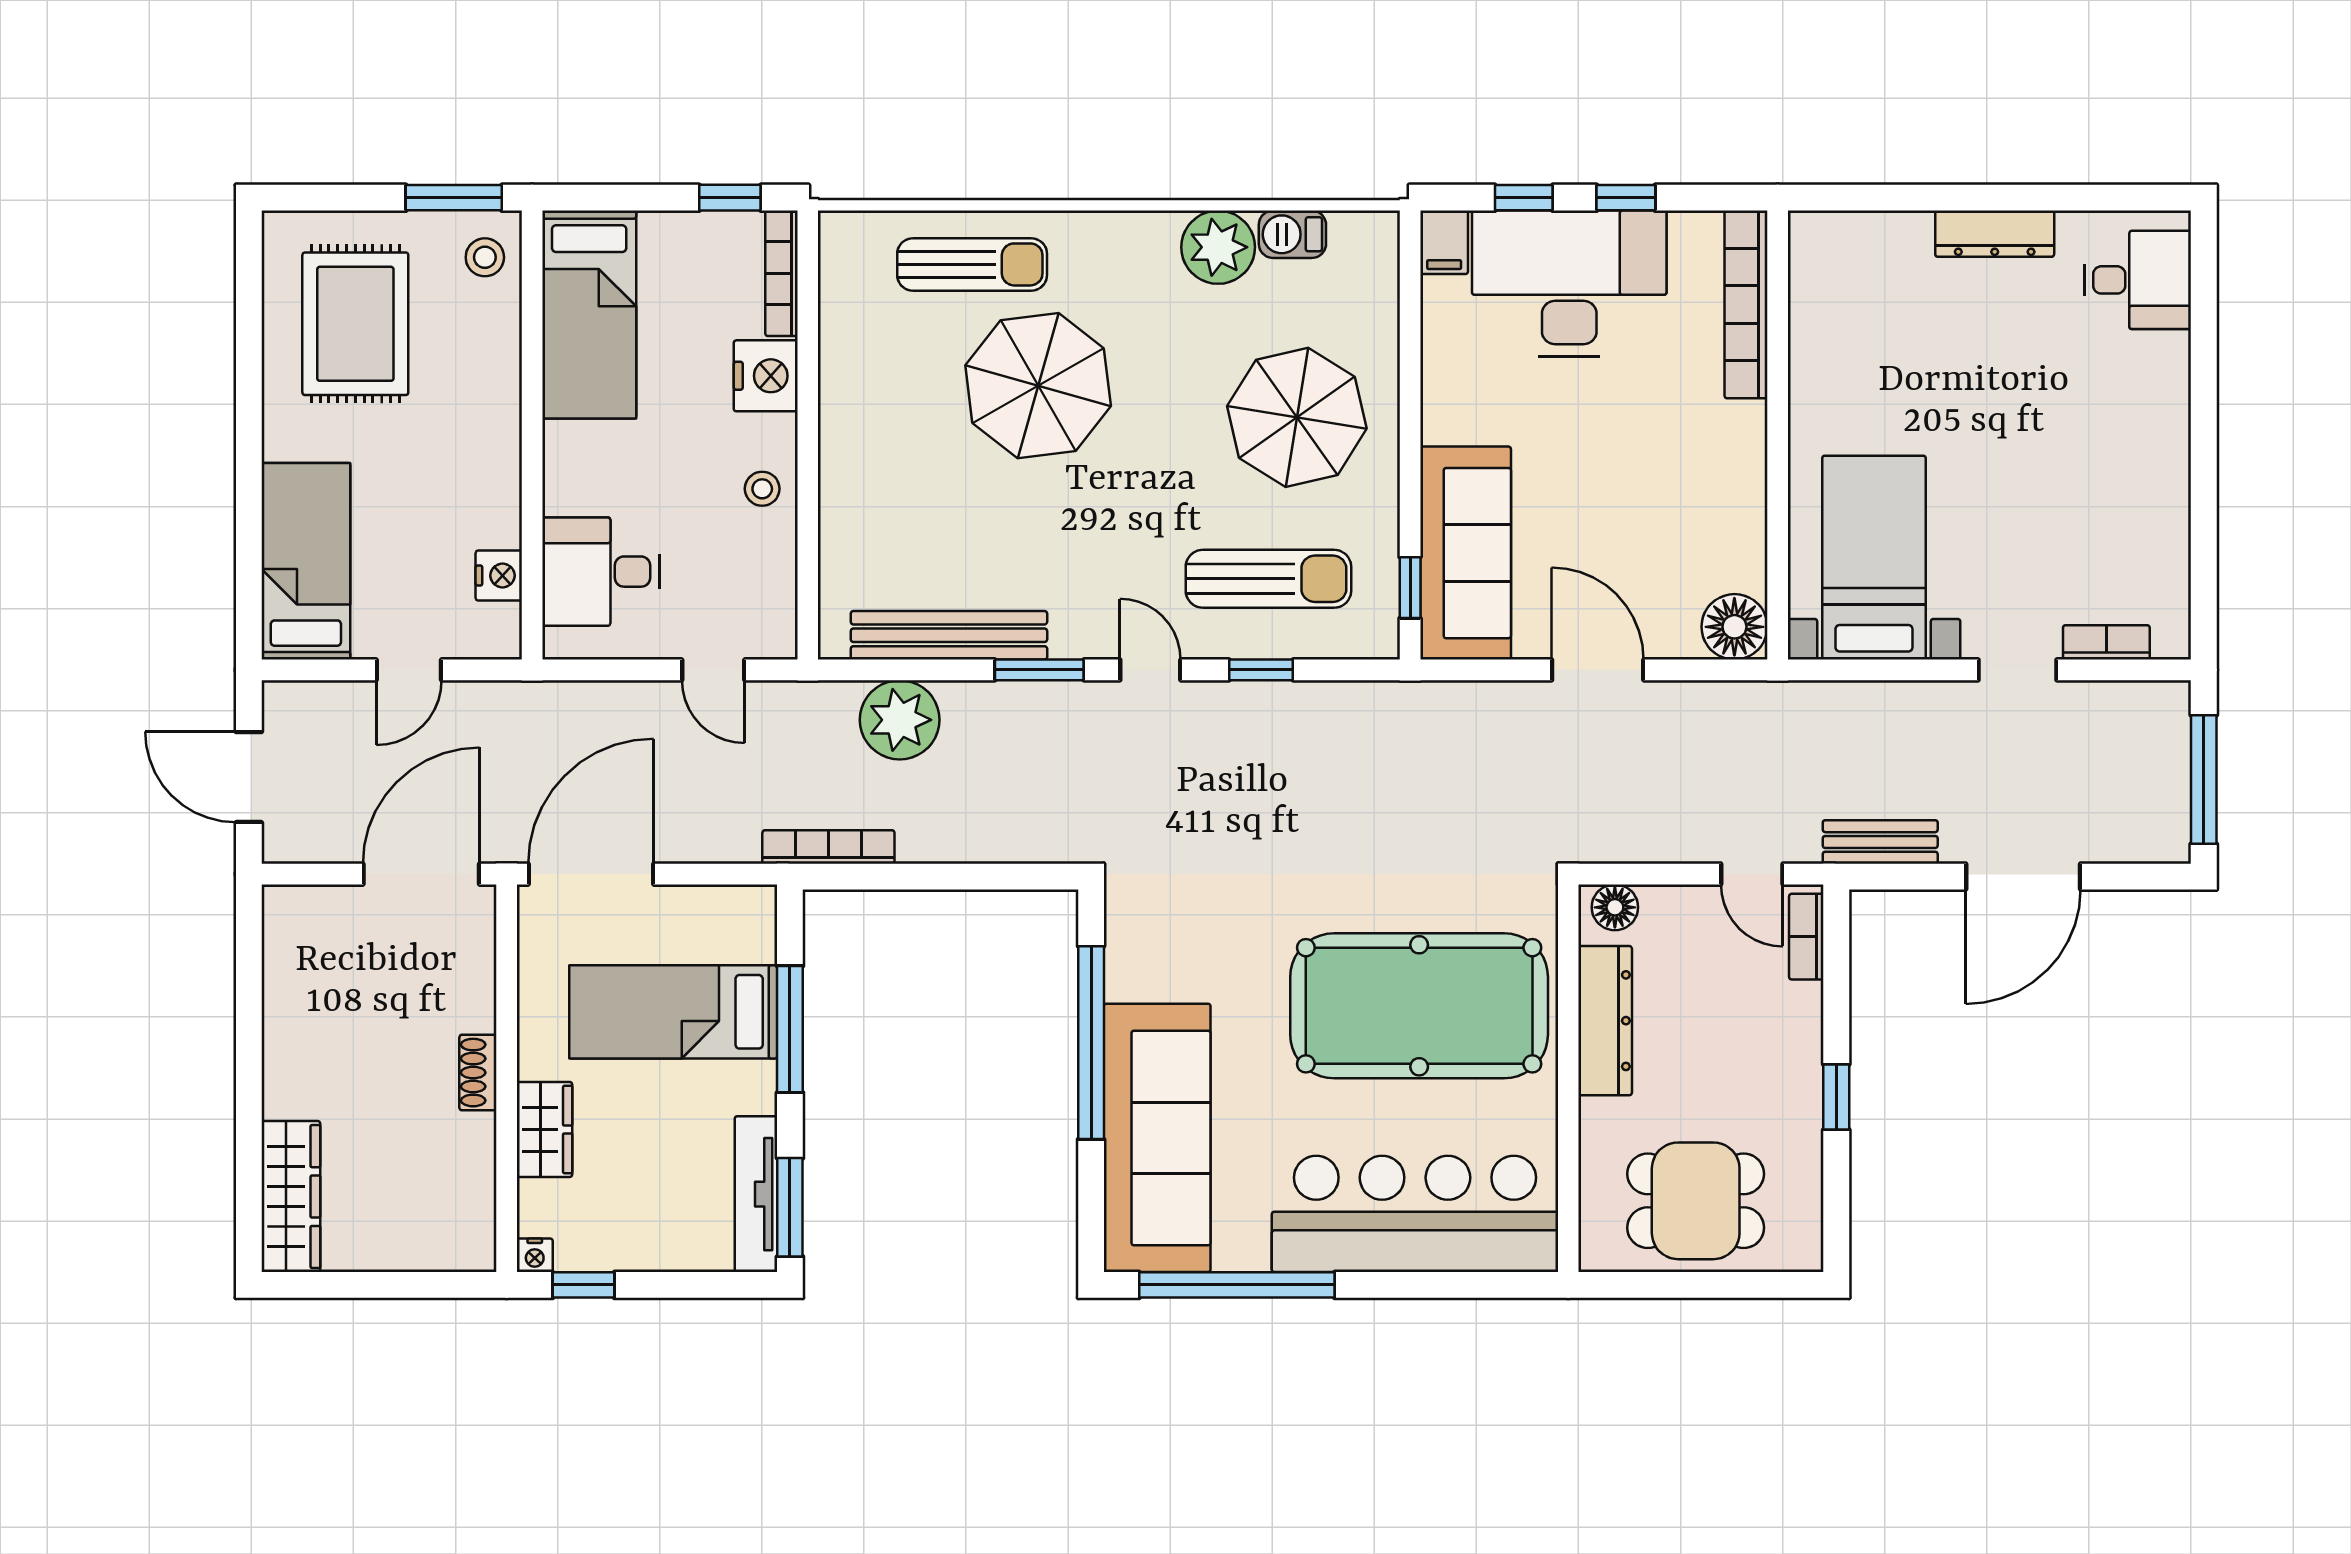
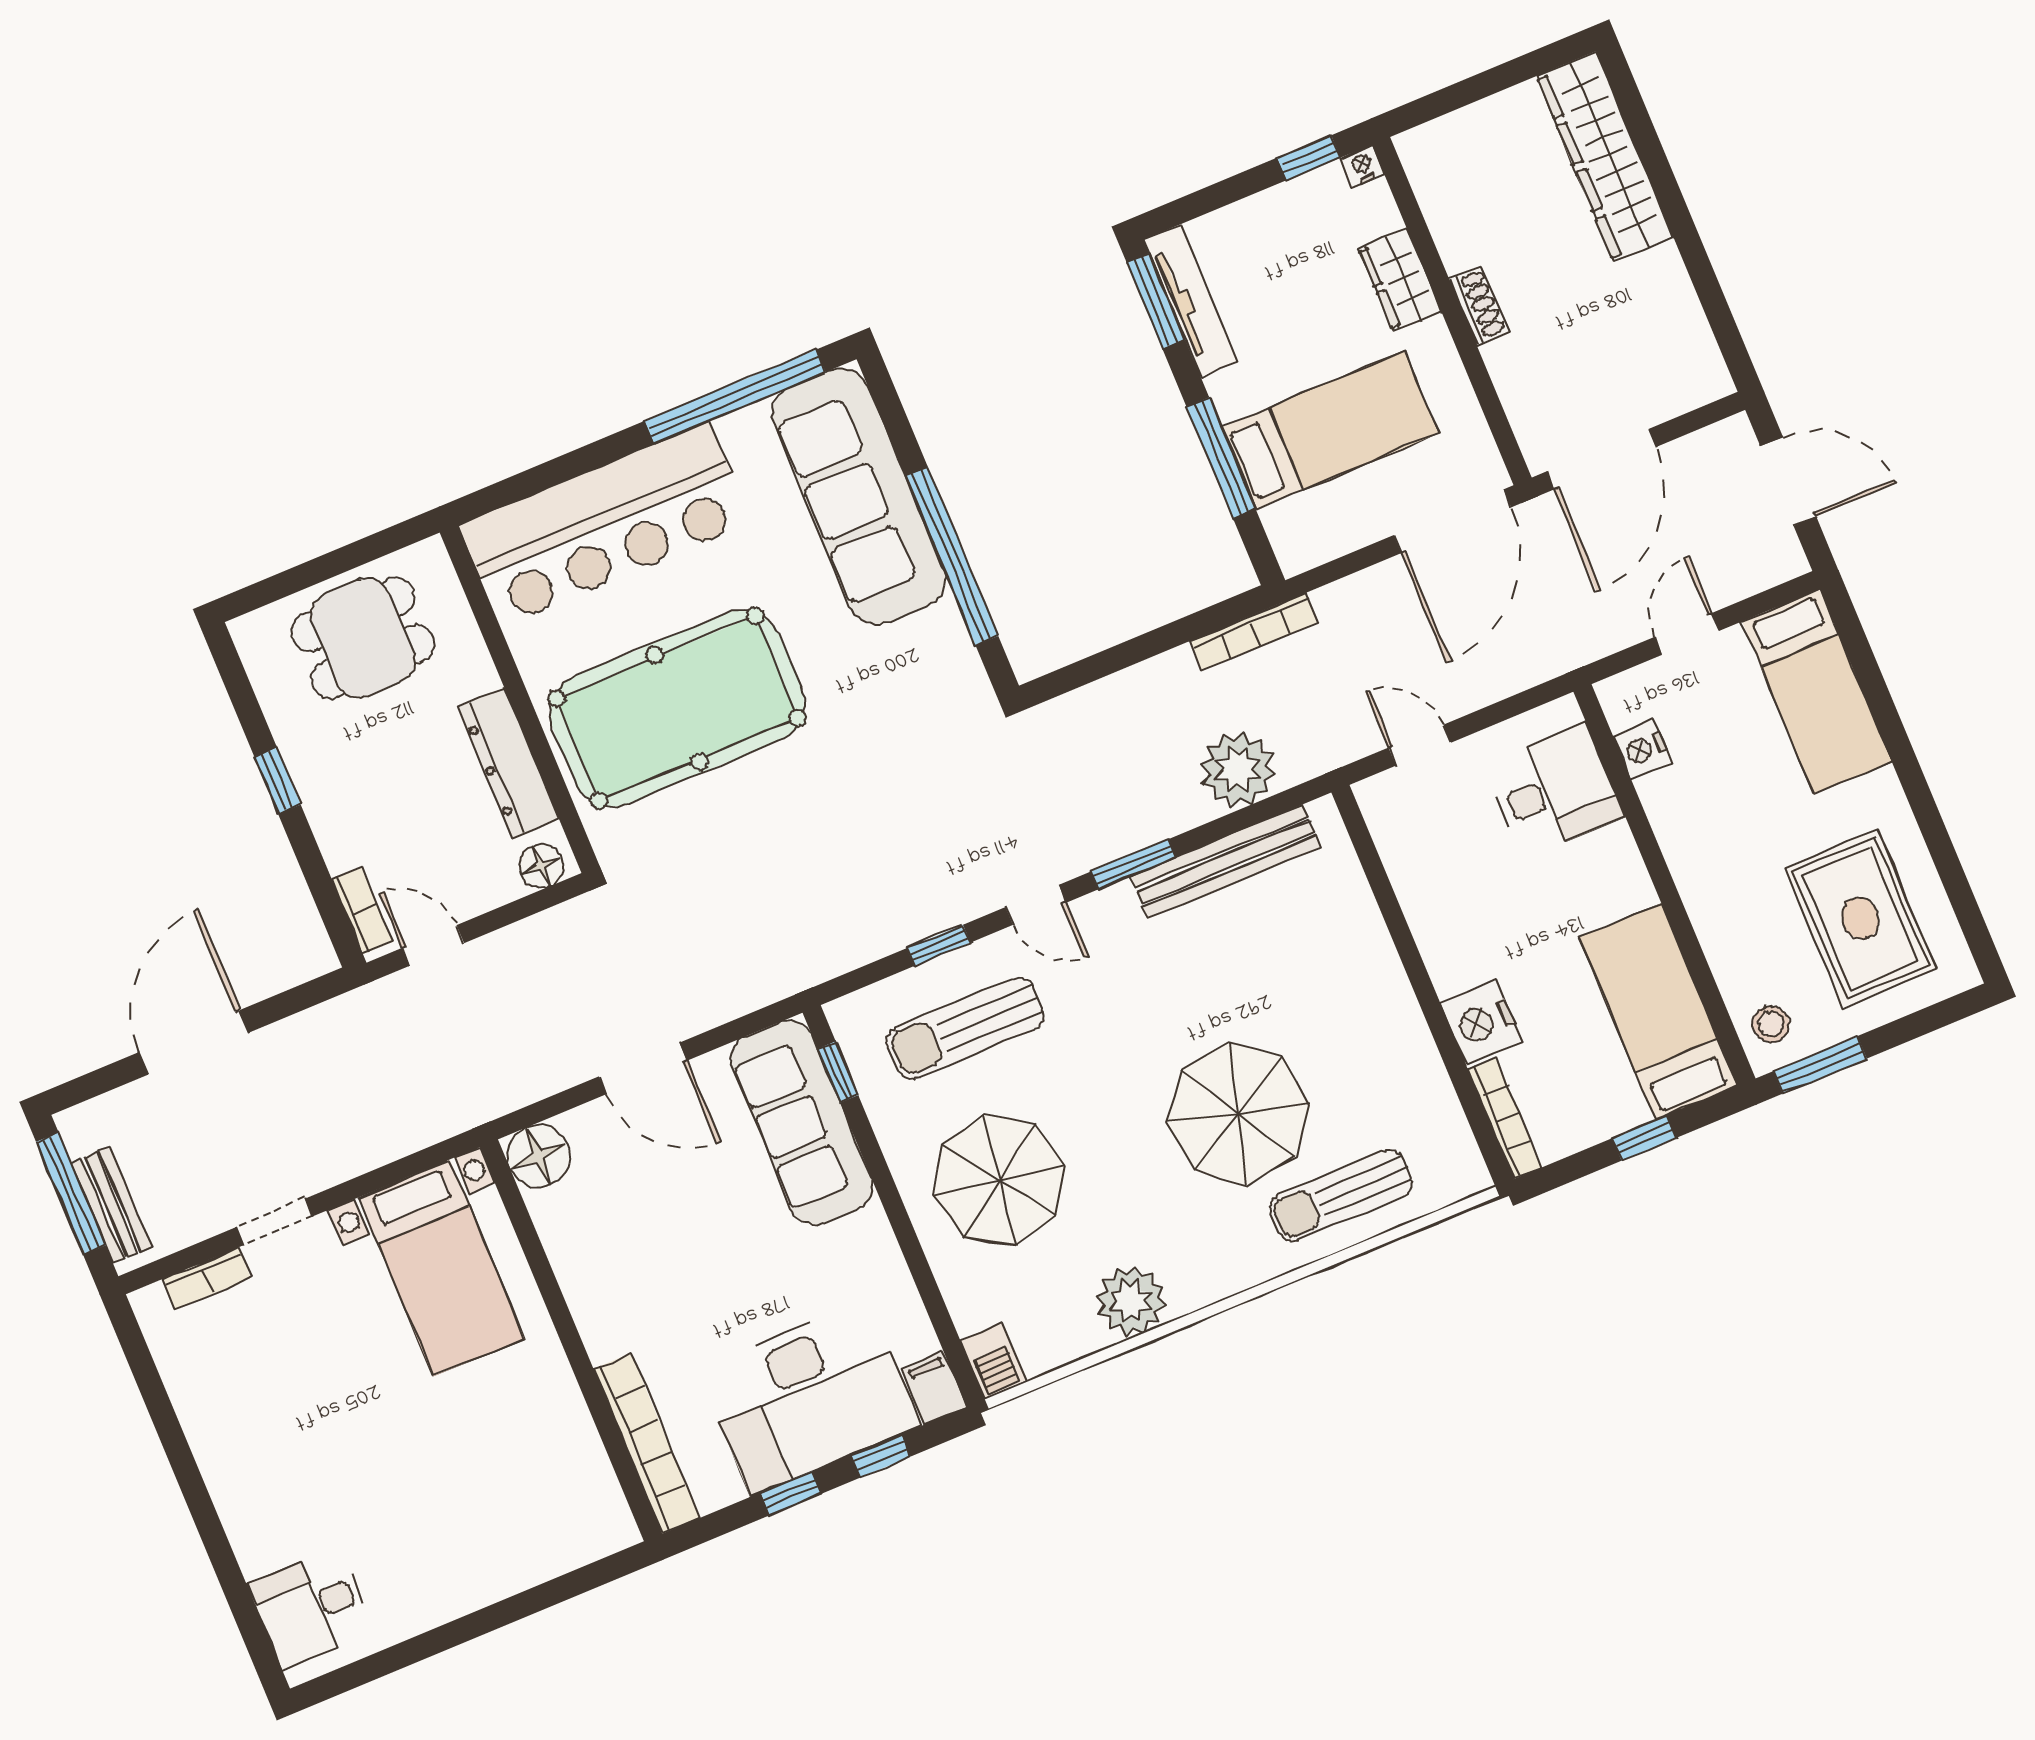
window: (730, 198) -> (1644, 1138), moved
barbecue: (1292, 234) -> (993, 1361), moved, turned 90
dresser: (1995, 234) -> (454, 1596), removed
stool: (762, 489) -> (1443, 922), removed
bench: (1880, 842) -> (111, 1205), moved, turned 90
wardrobe: (291, 1197) -> (1605, 157), width x1.40, depth x1.17

